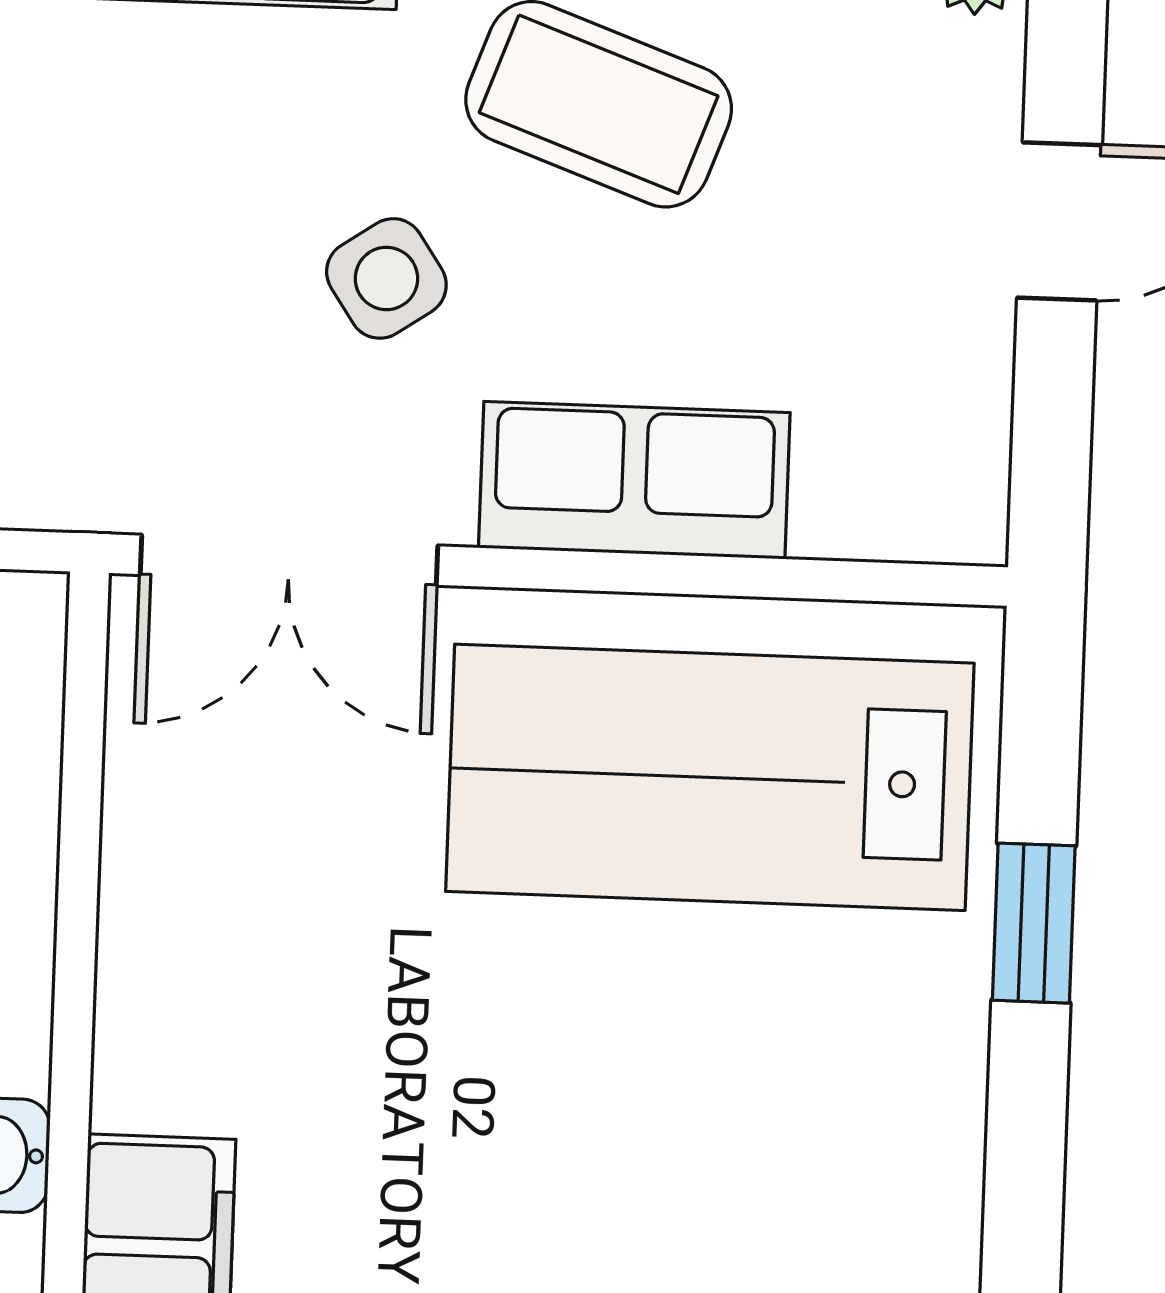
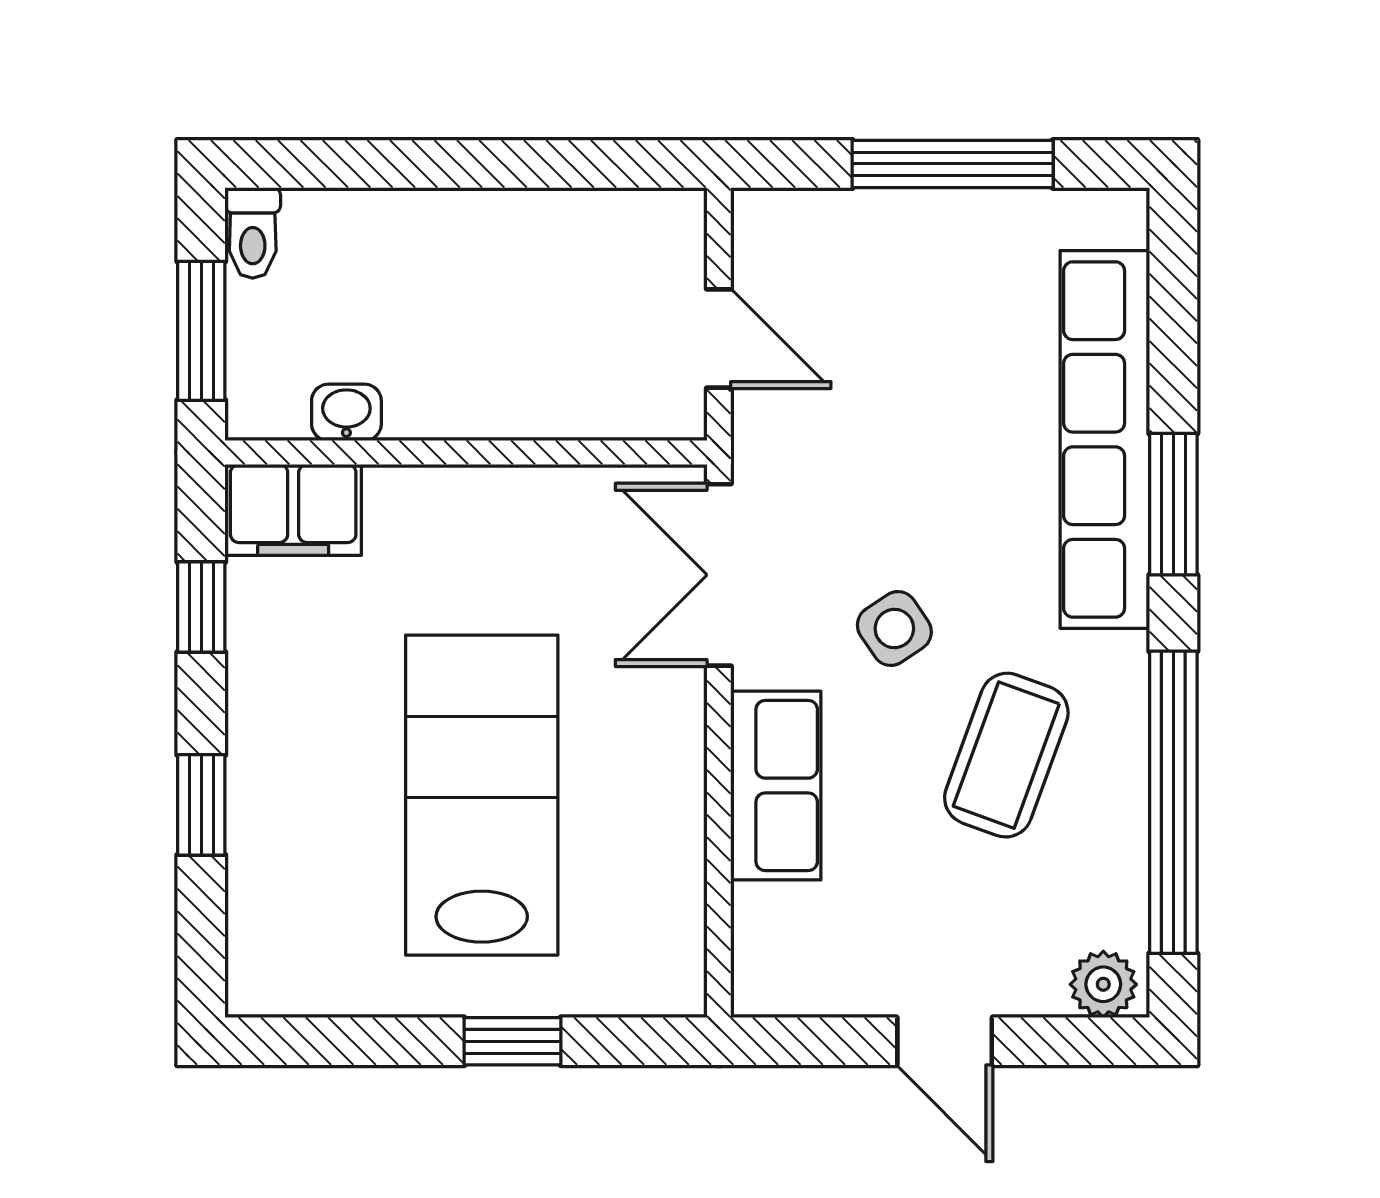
lab bench: (710, 777) -> (482, 795), moved

